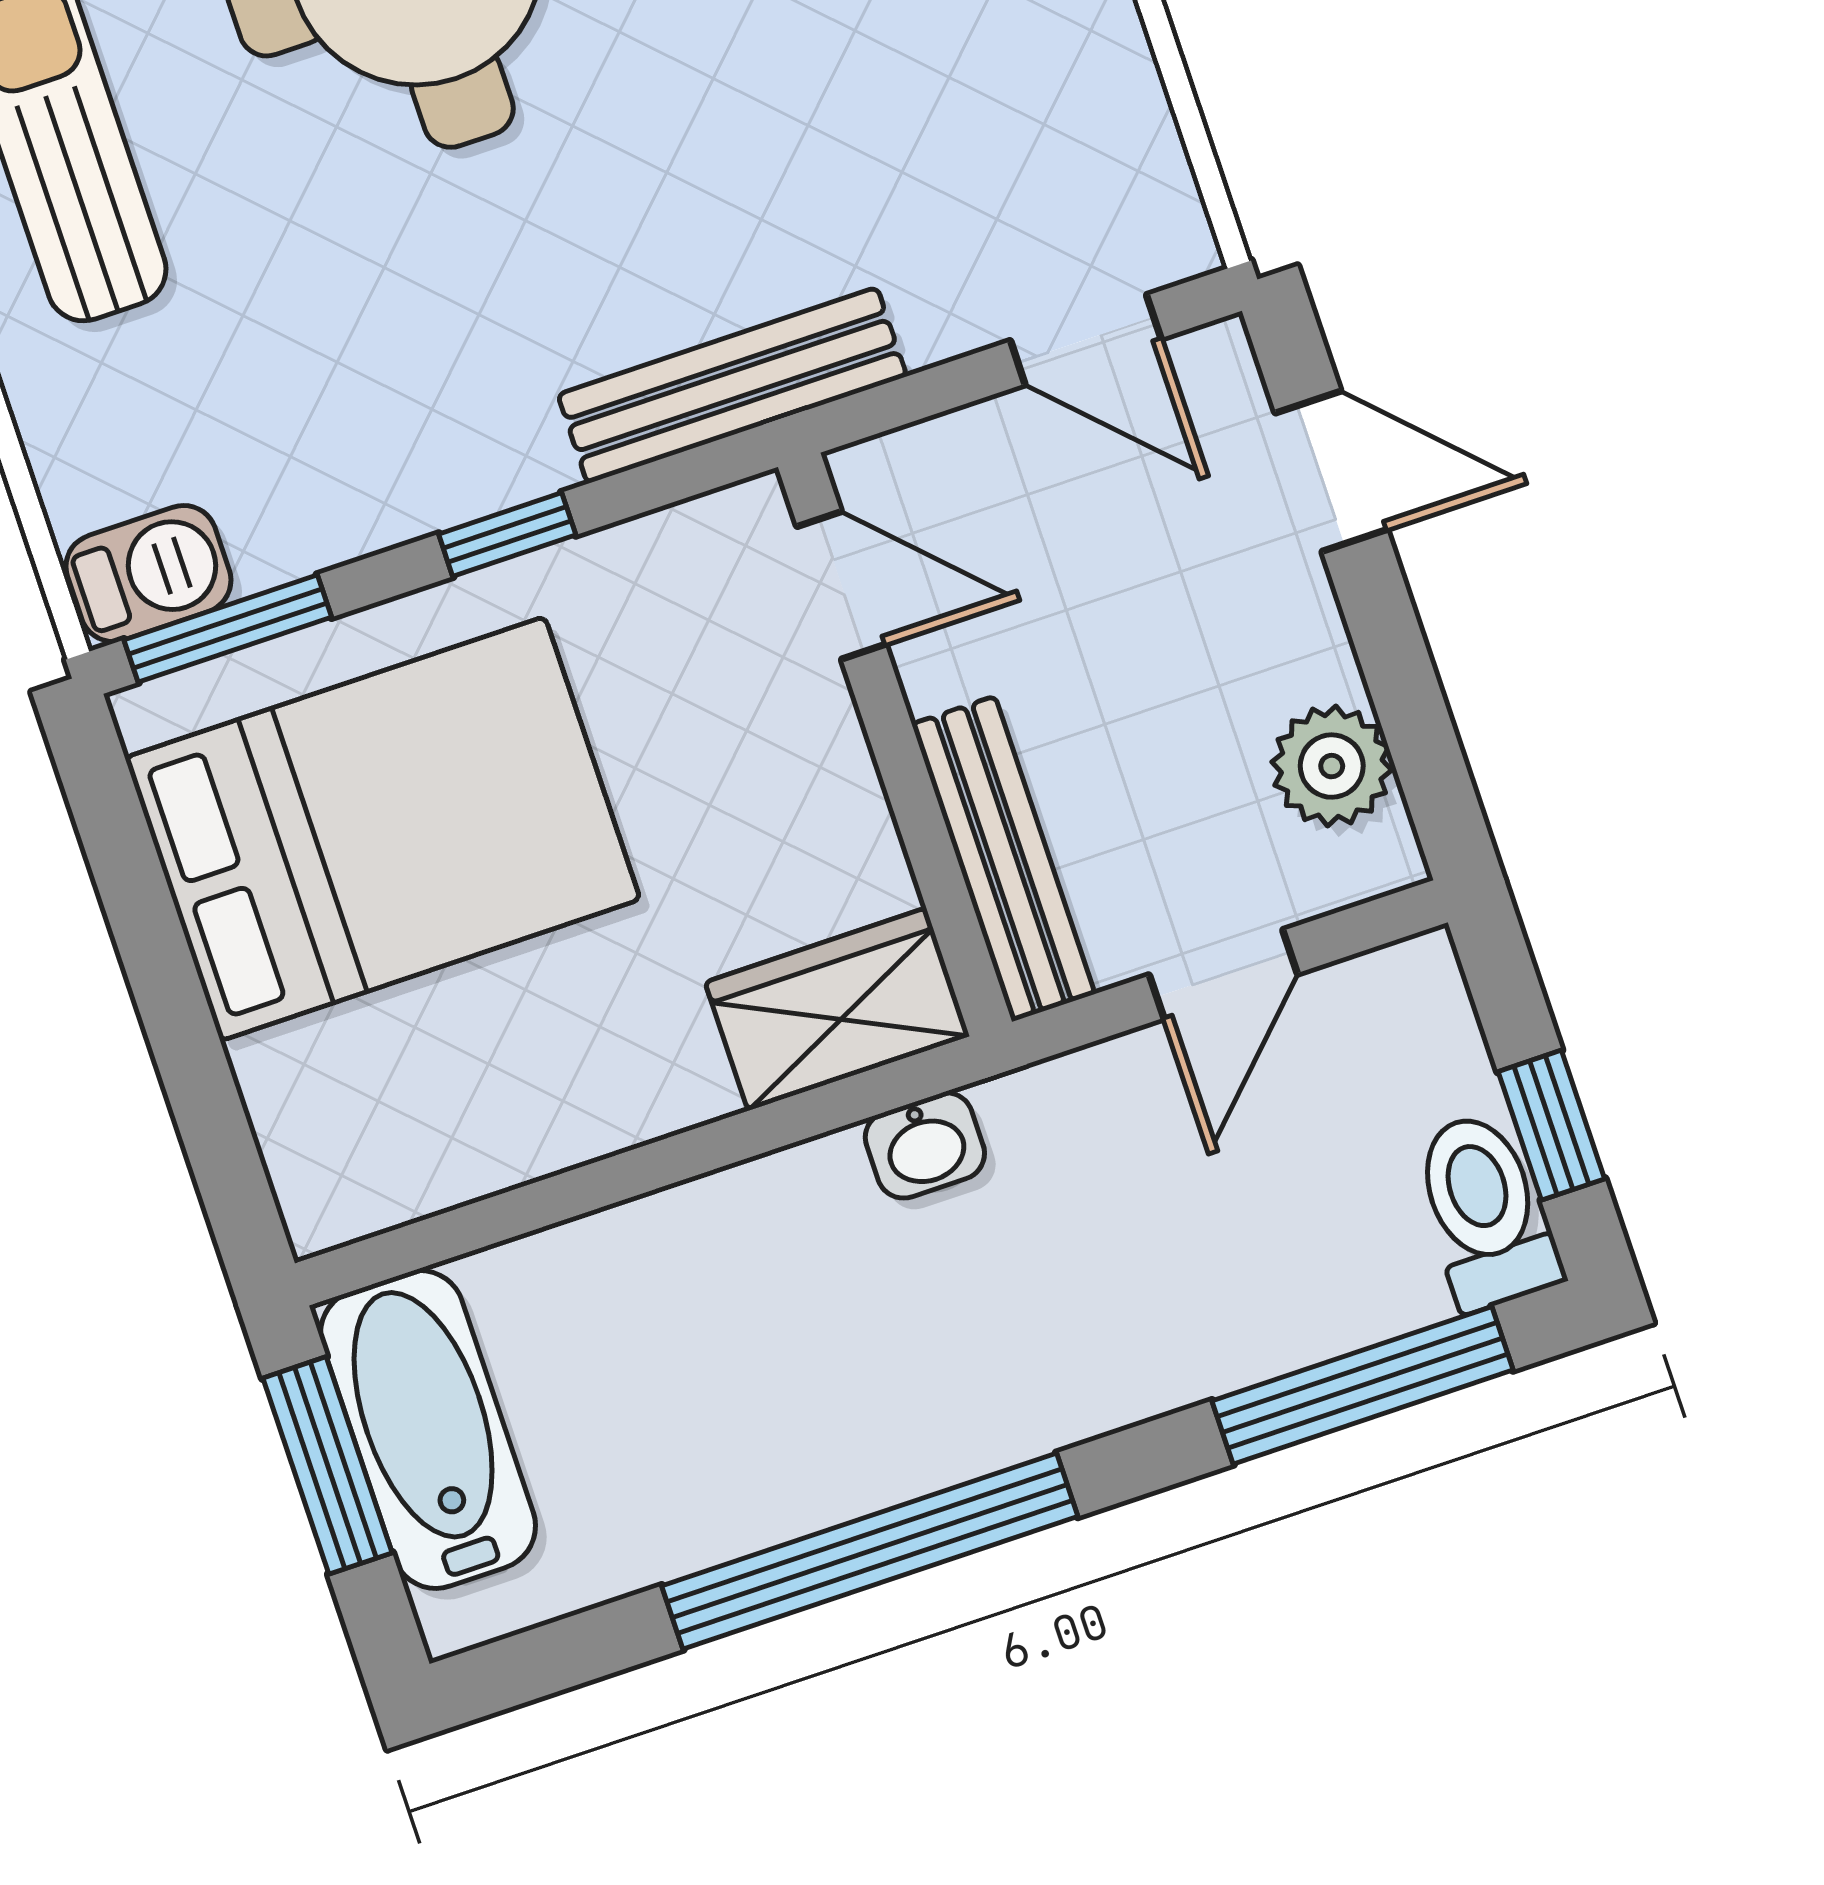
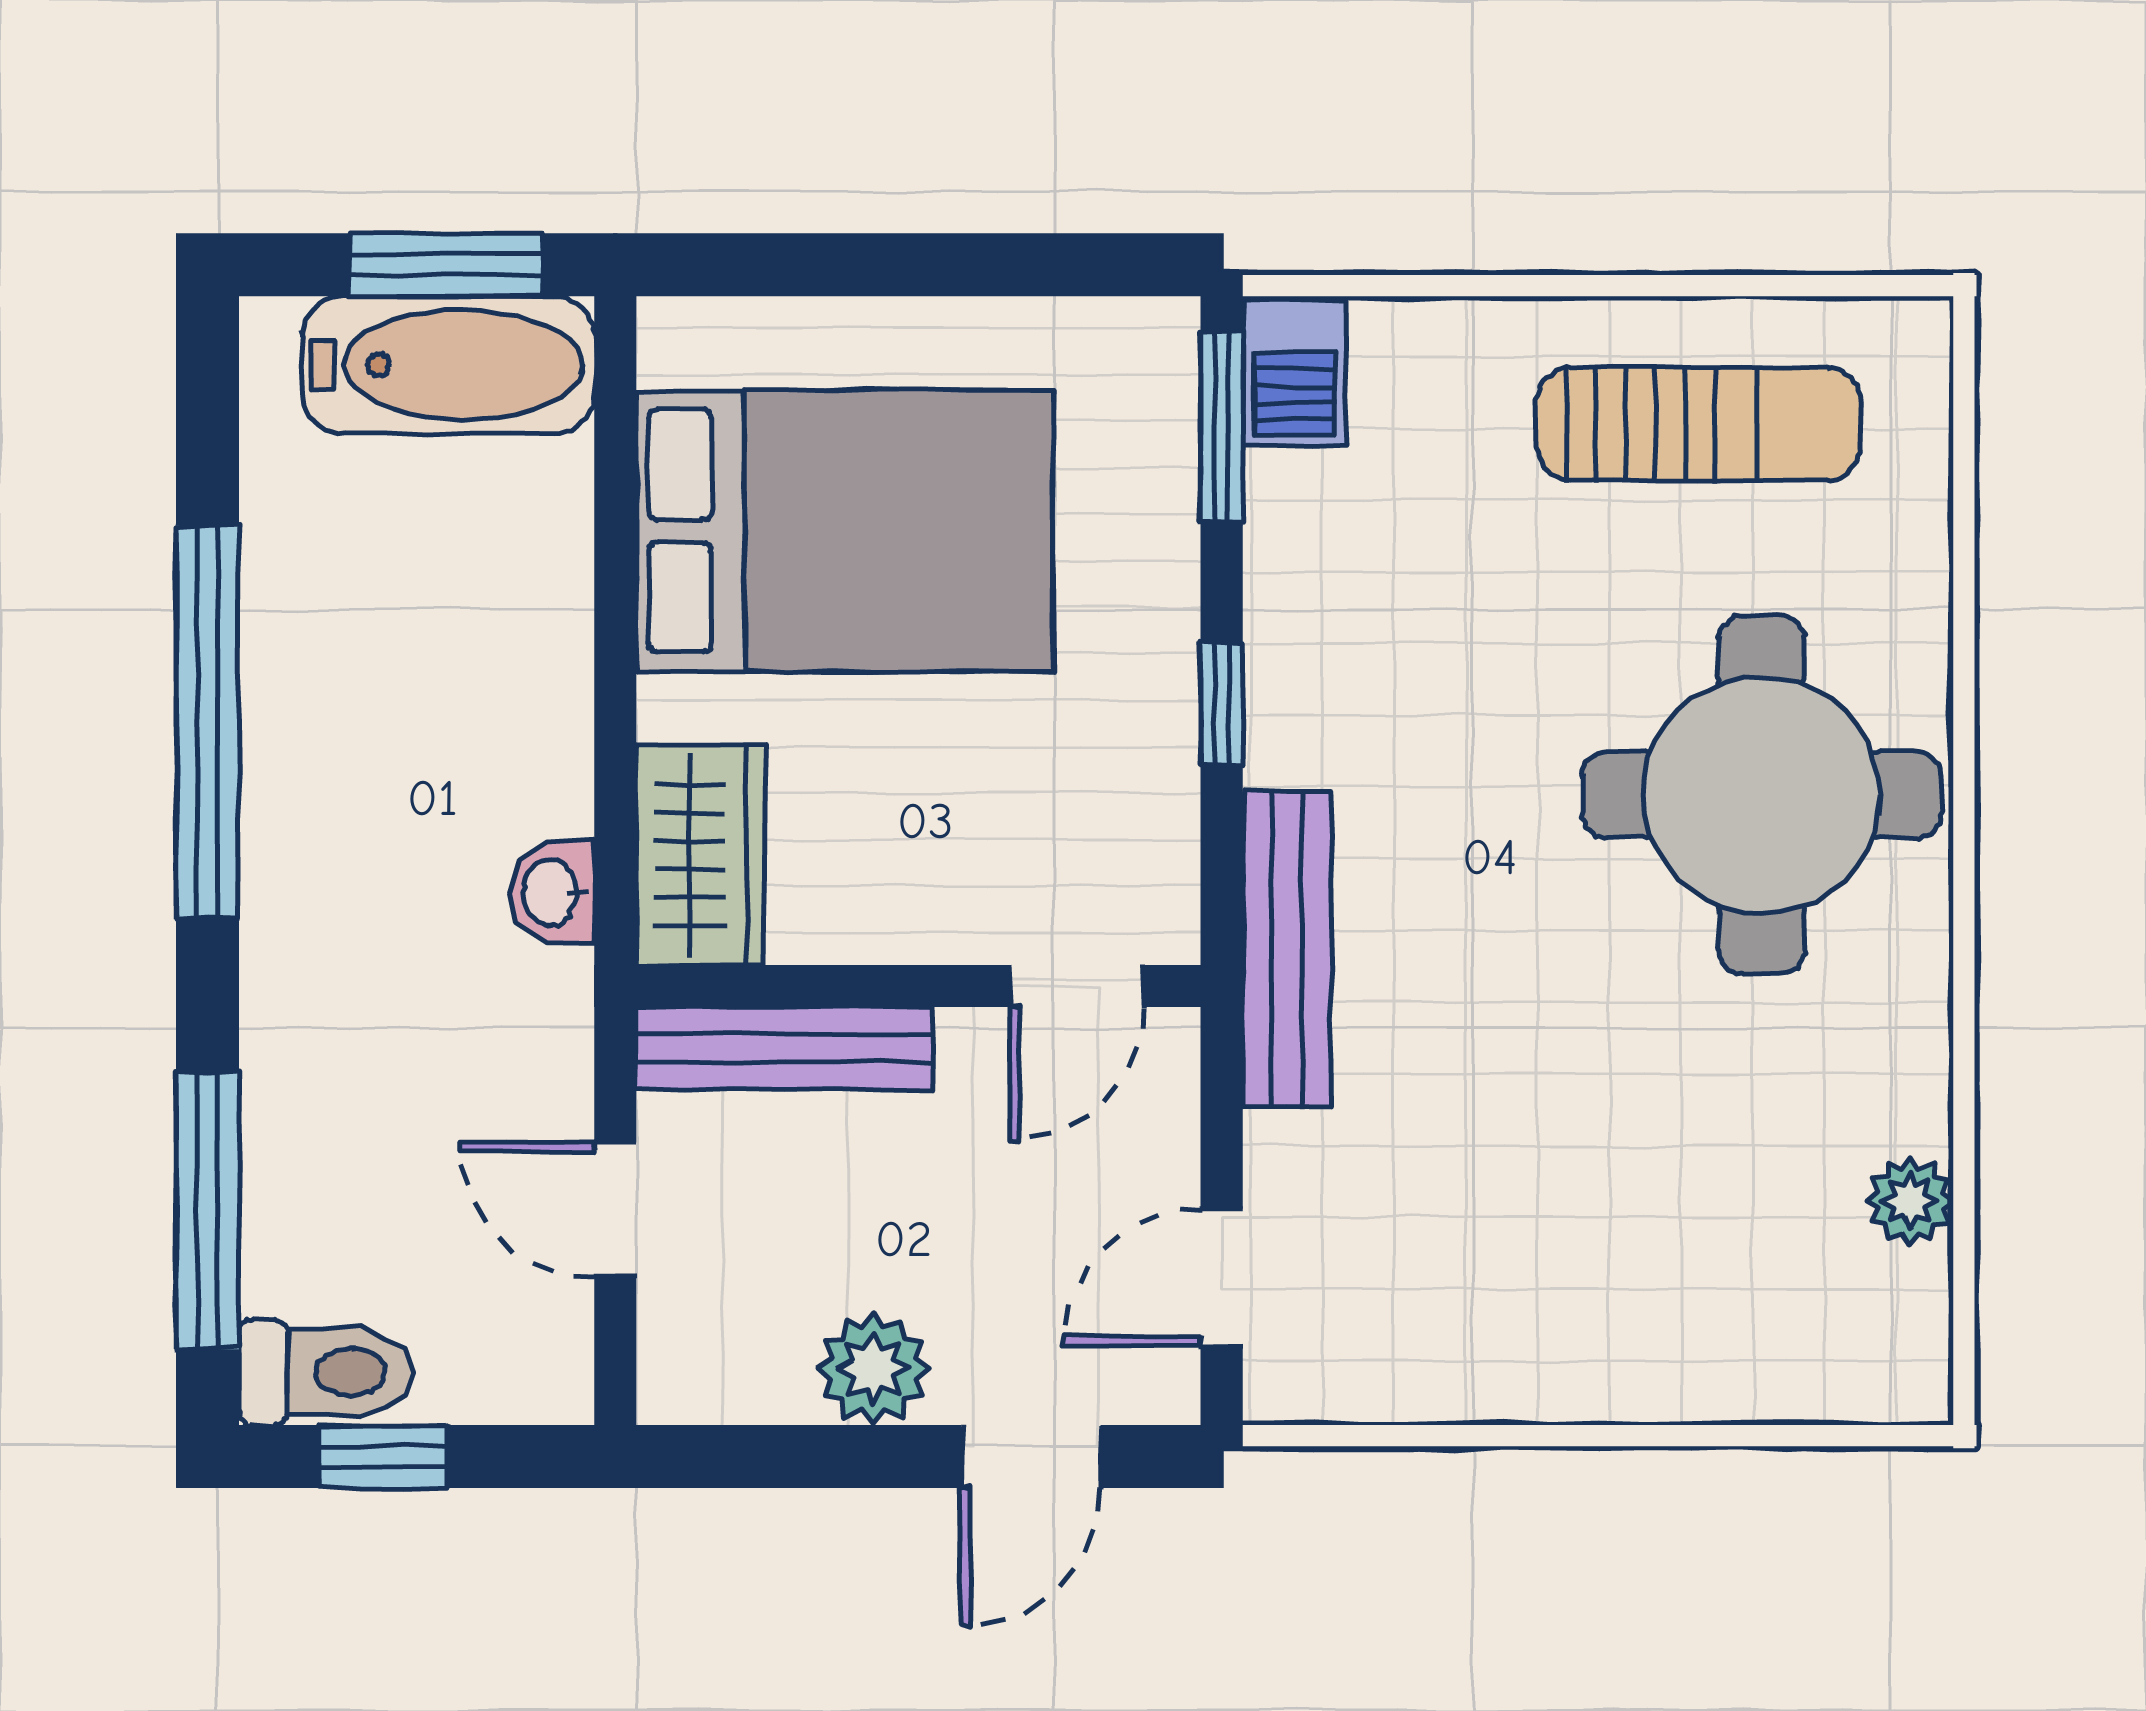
plant: (1332, 766) -> (874, 1369), moved
bed: (382, 829) -> (845, 531), moved, turned -90

